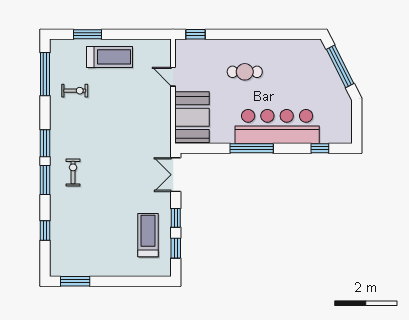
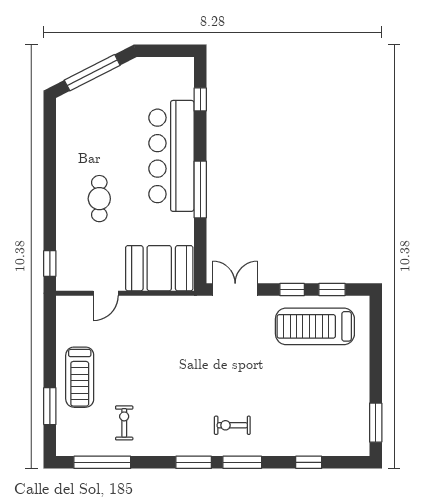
treadmill: (109, 57) -> (80, 377), turned 180
double door: (176, 175) -> (235, 290), swing flipped
treadmill: (148, 235) -> (315, 326), width x1.37, depth x1.38

